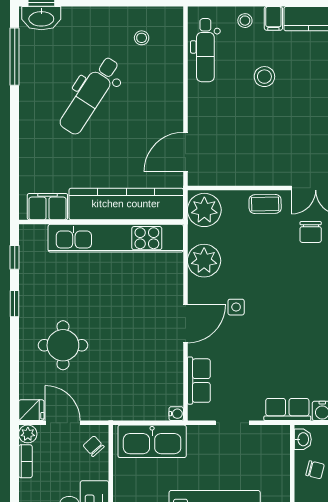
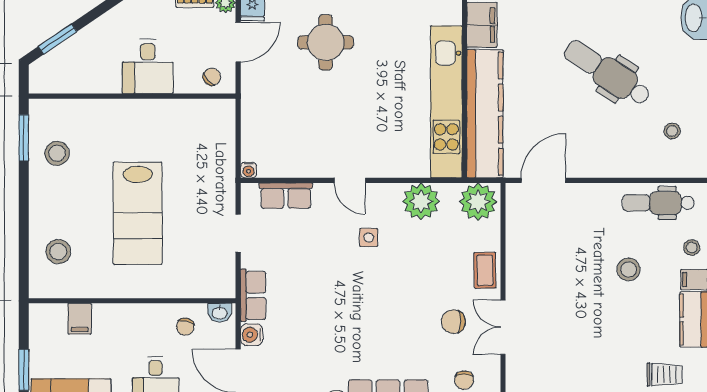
door: (185, 152) -> (543, 180), hinge flipped
door: (185, 324) -> (350, 180), width x0.73
kitchen sink: (152, 441) -> (217, 143), removed

